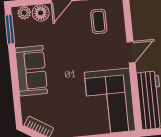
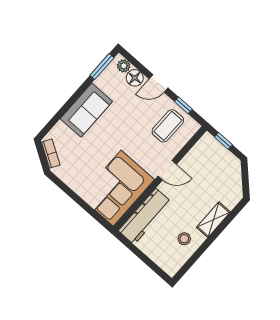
coffee table: (99, 21) -> (168, 126), width x1.36, depth x1.30

